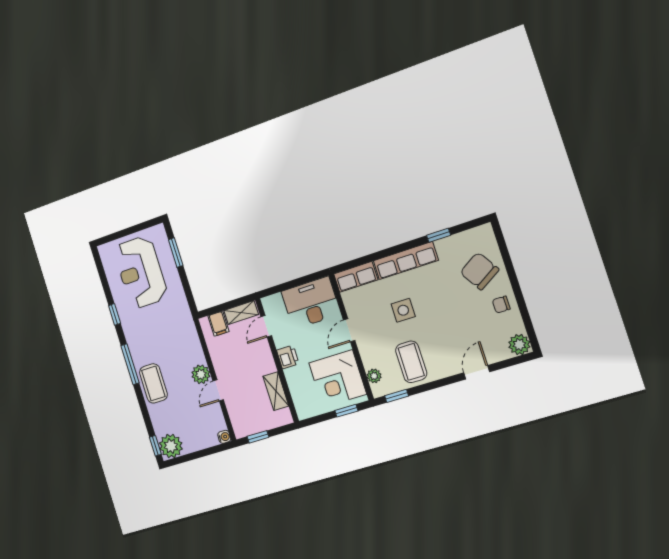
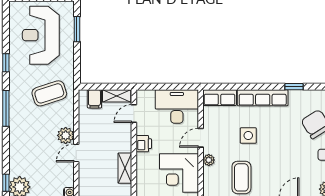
plant: (374, 376) -> (209, 160), moved
coffee table: (153, 383) -> (49, 93), moved, turned 72

